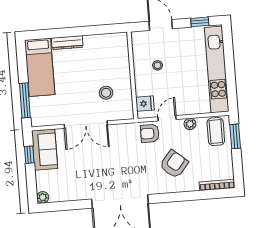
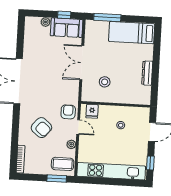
dresser: (67, 43) -> (147, 73), moved
plant: (43, 197) -> (46, 22), moved

